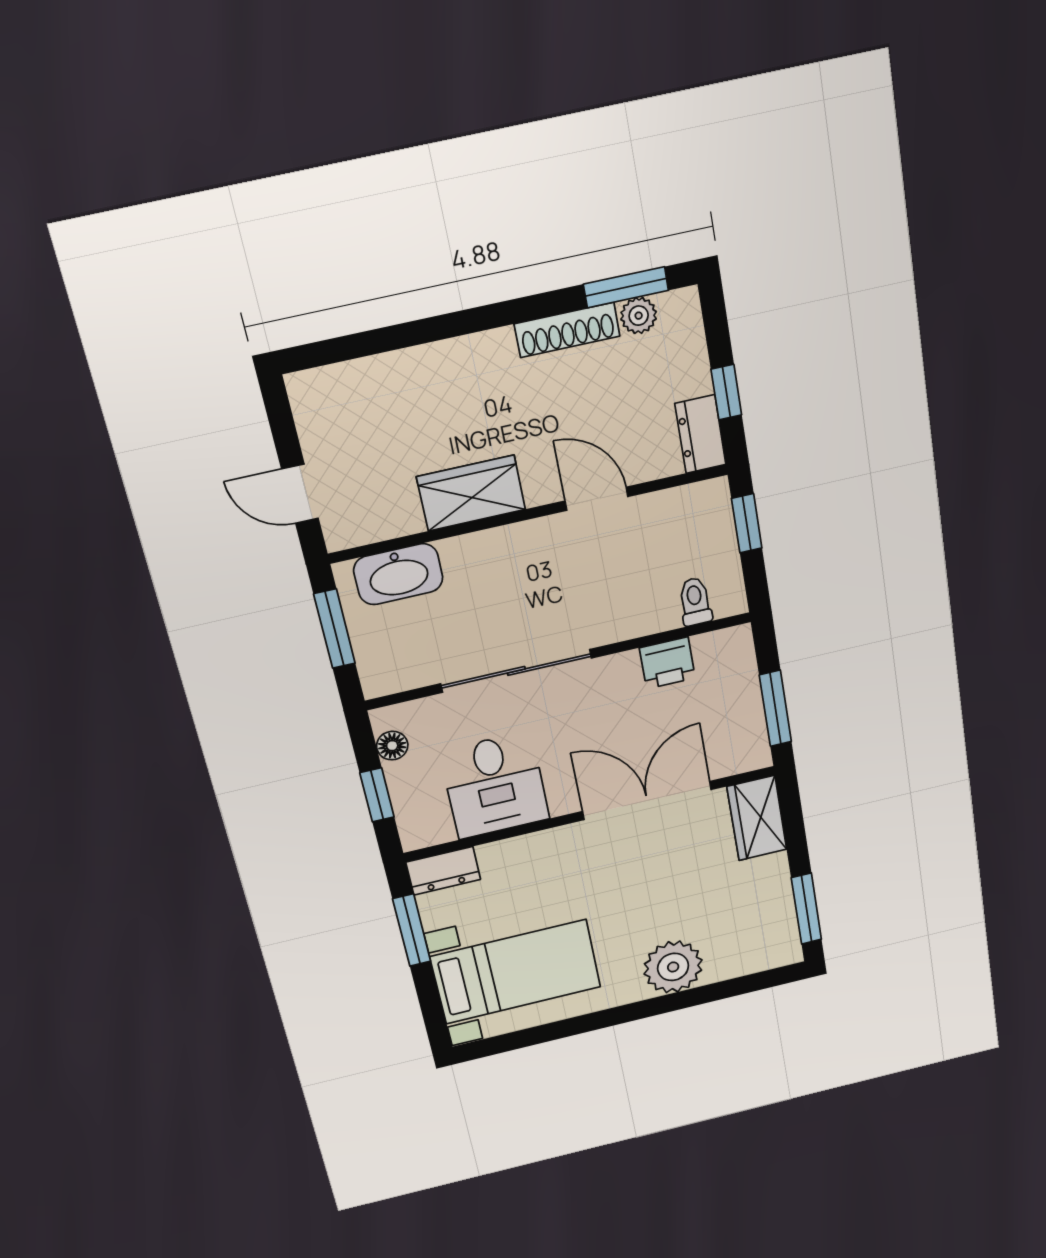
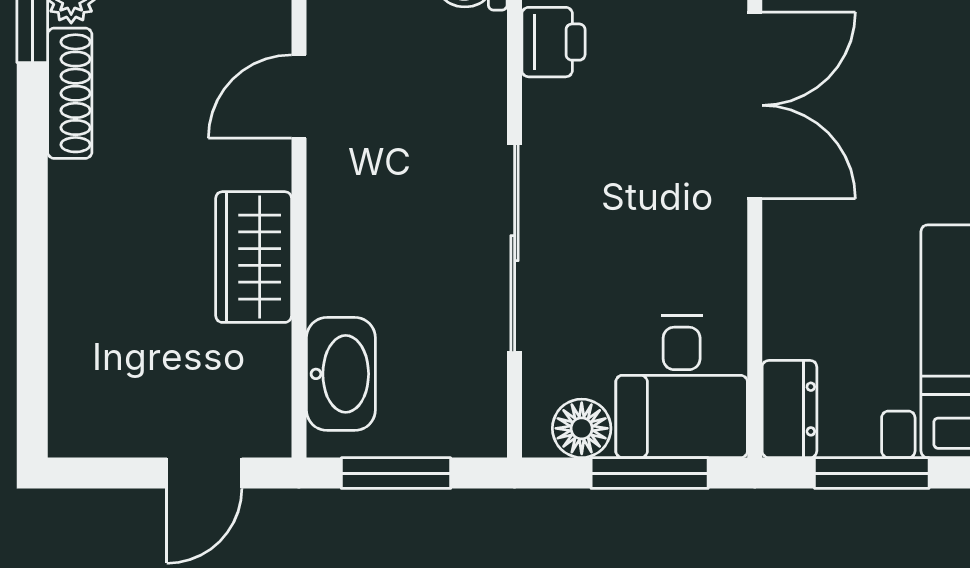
floor lamp: (392, 746) -> (582, 428), width x1.37, depth x1.37
desk: (495, 785) -> (682, 387), moved, turned 90
window: (377, 795) -> (650, 473), width x1.50
double door: (647, 800) -> (755, 105), swing flipped

